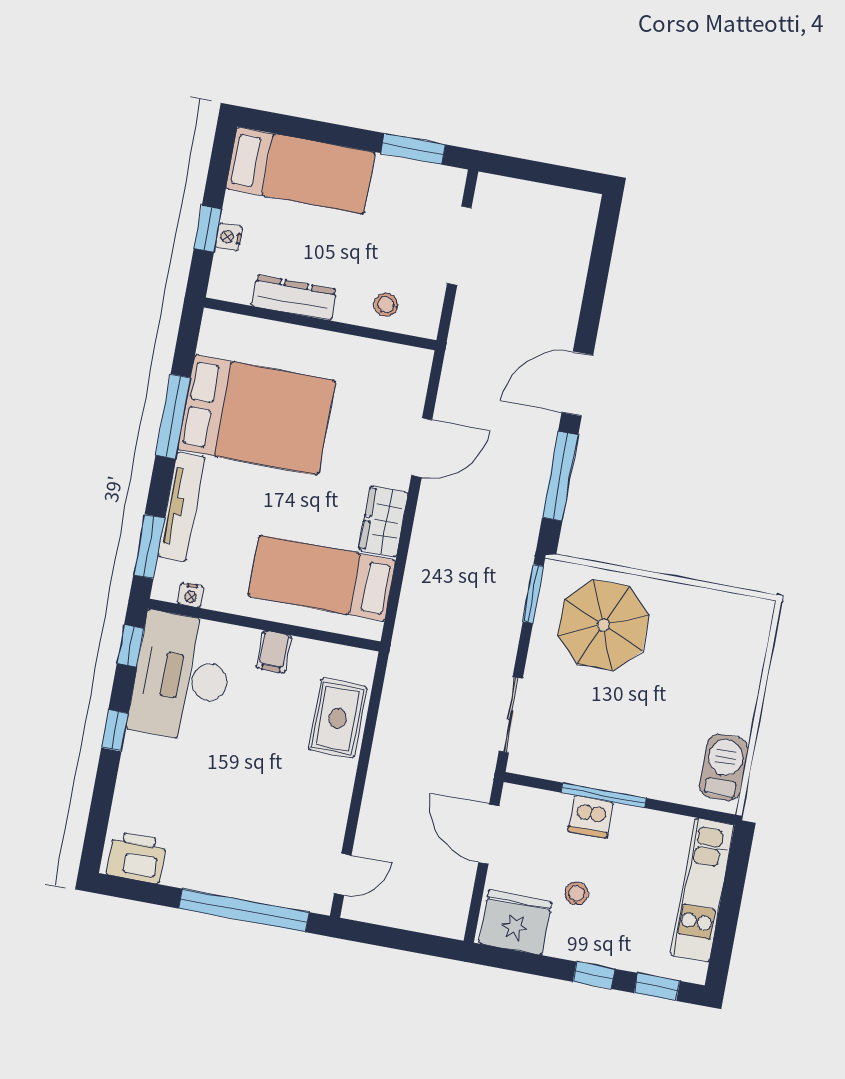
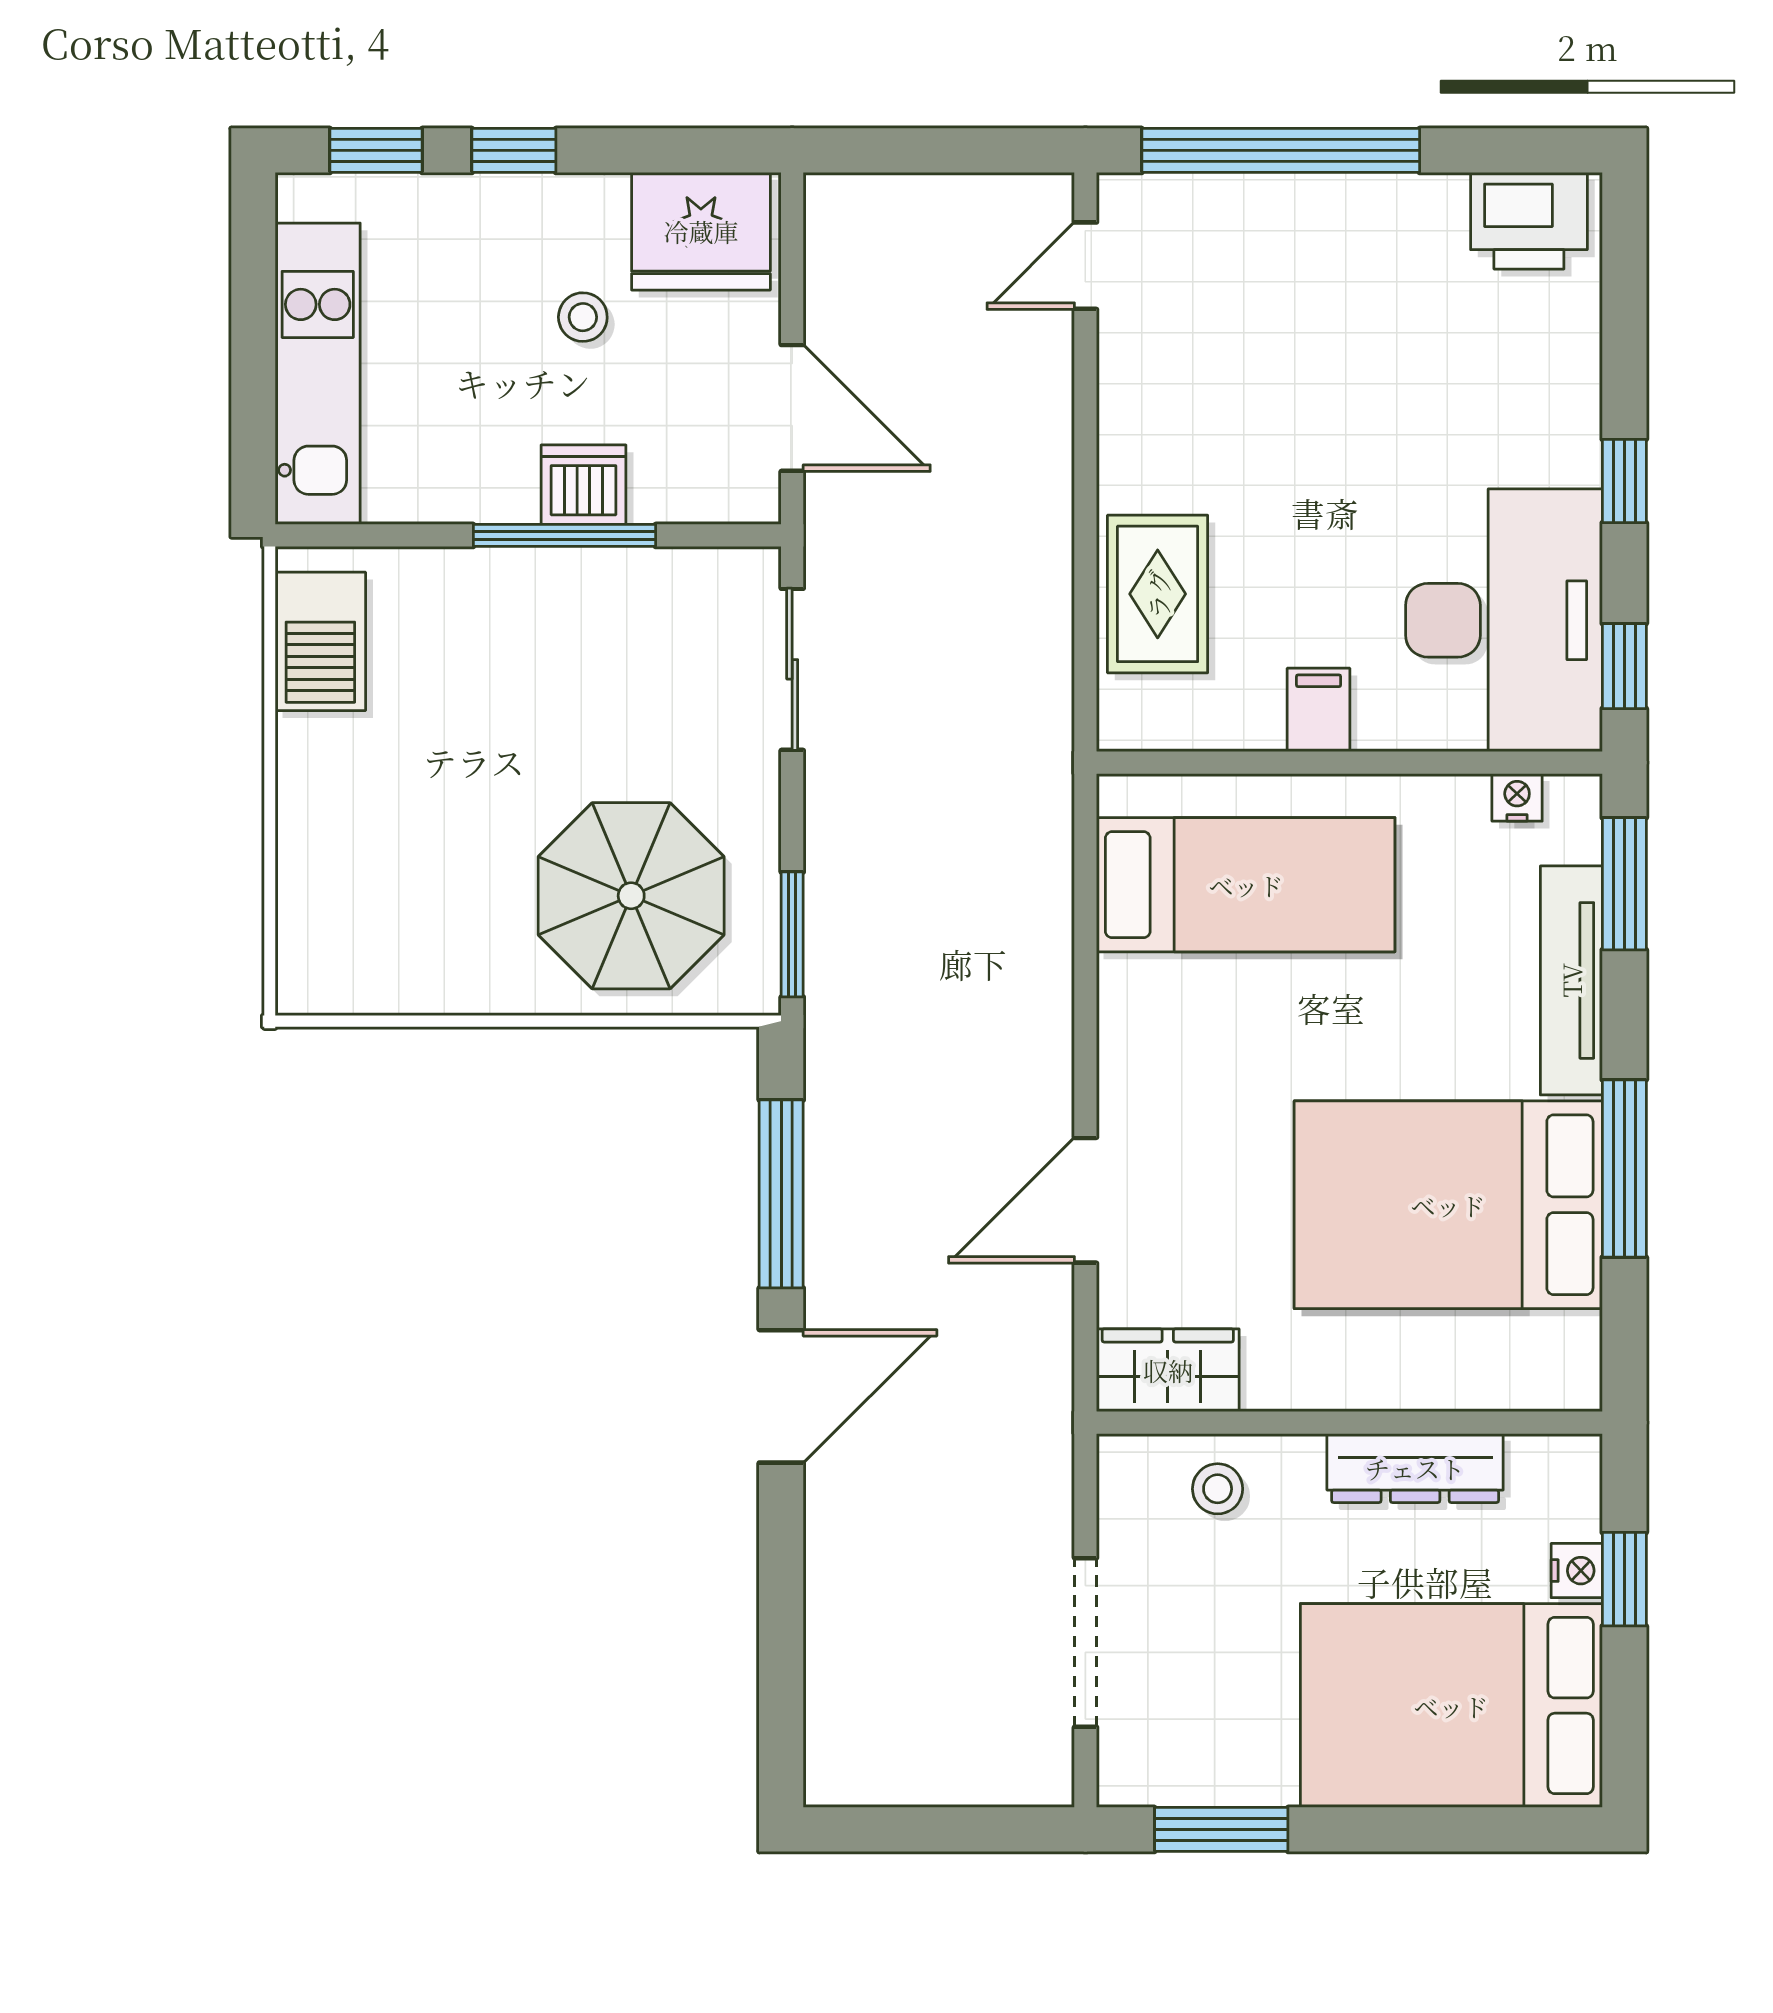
bed: (300, 170) -> (1451, 1706), width x1.50
wardrobe: (383, 521) -> (1168, 1370), moved, turned -90

